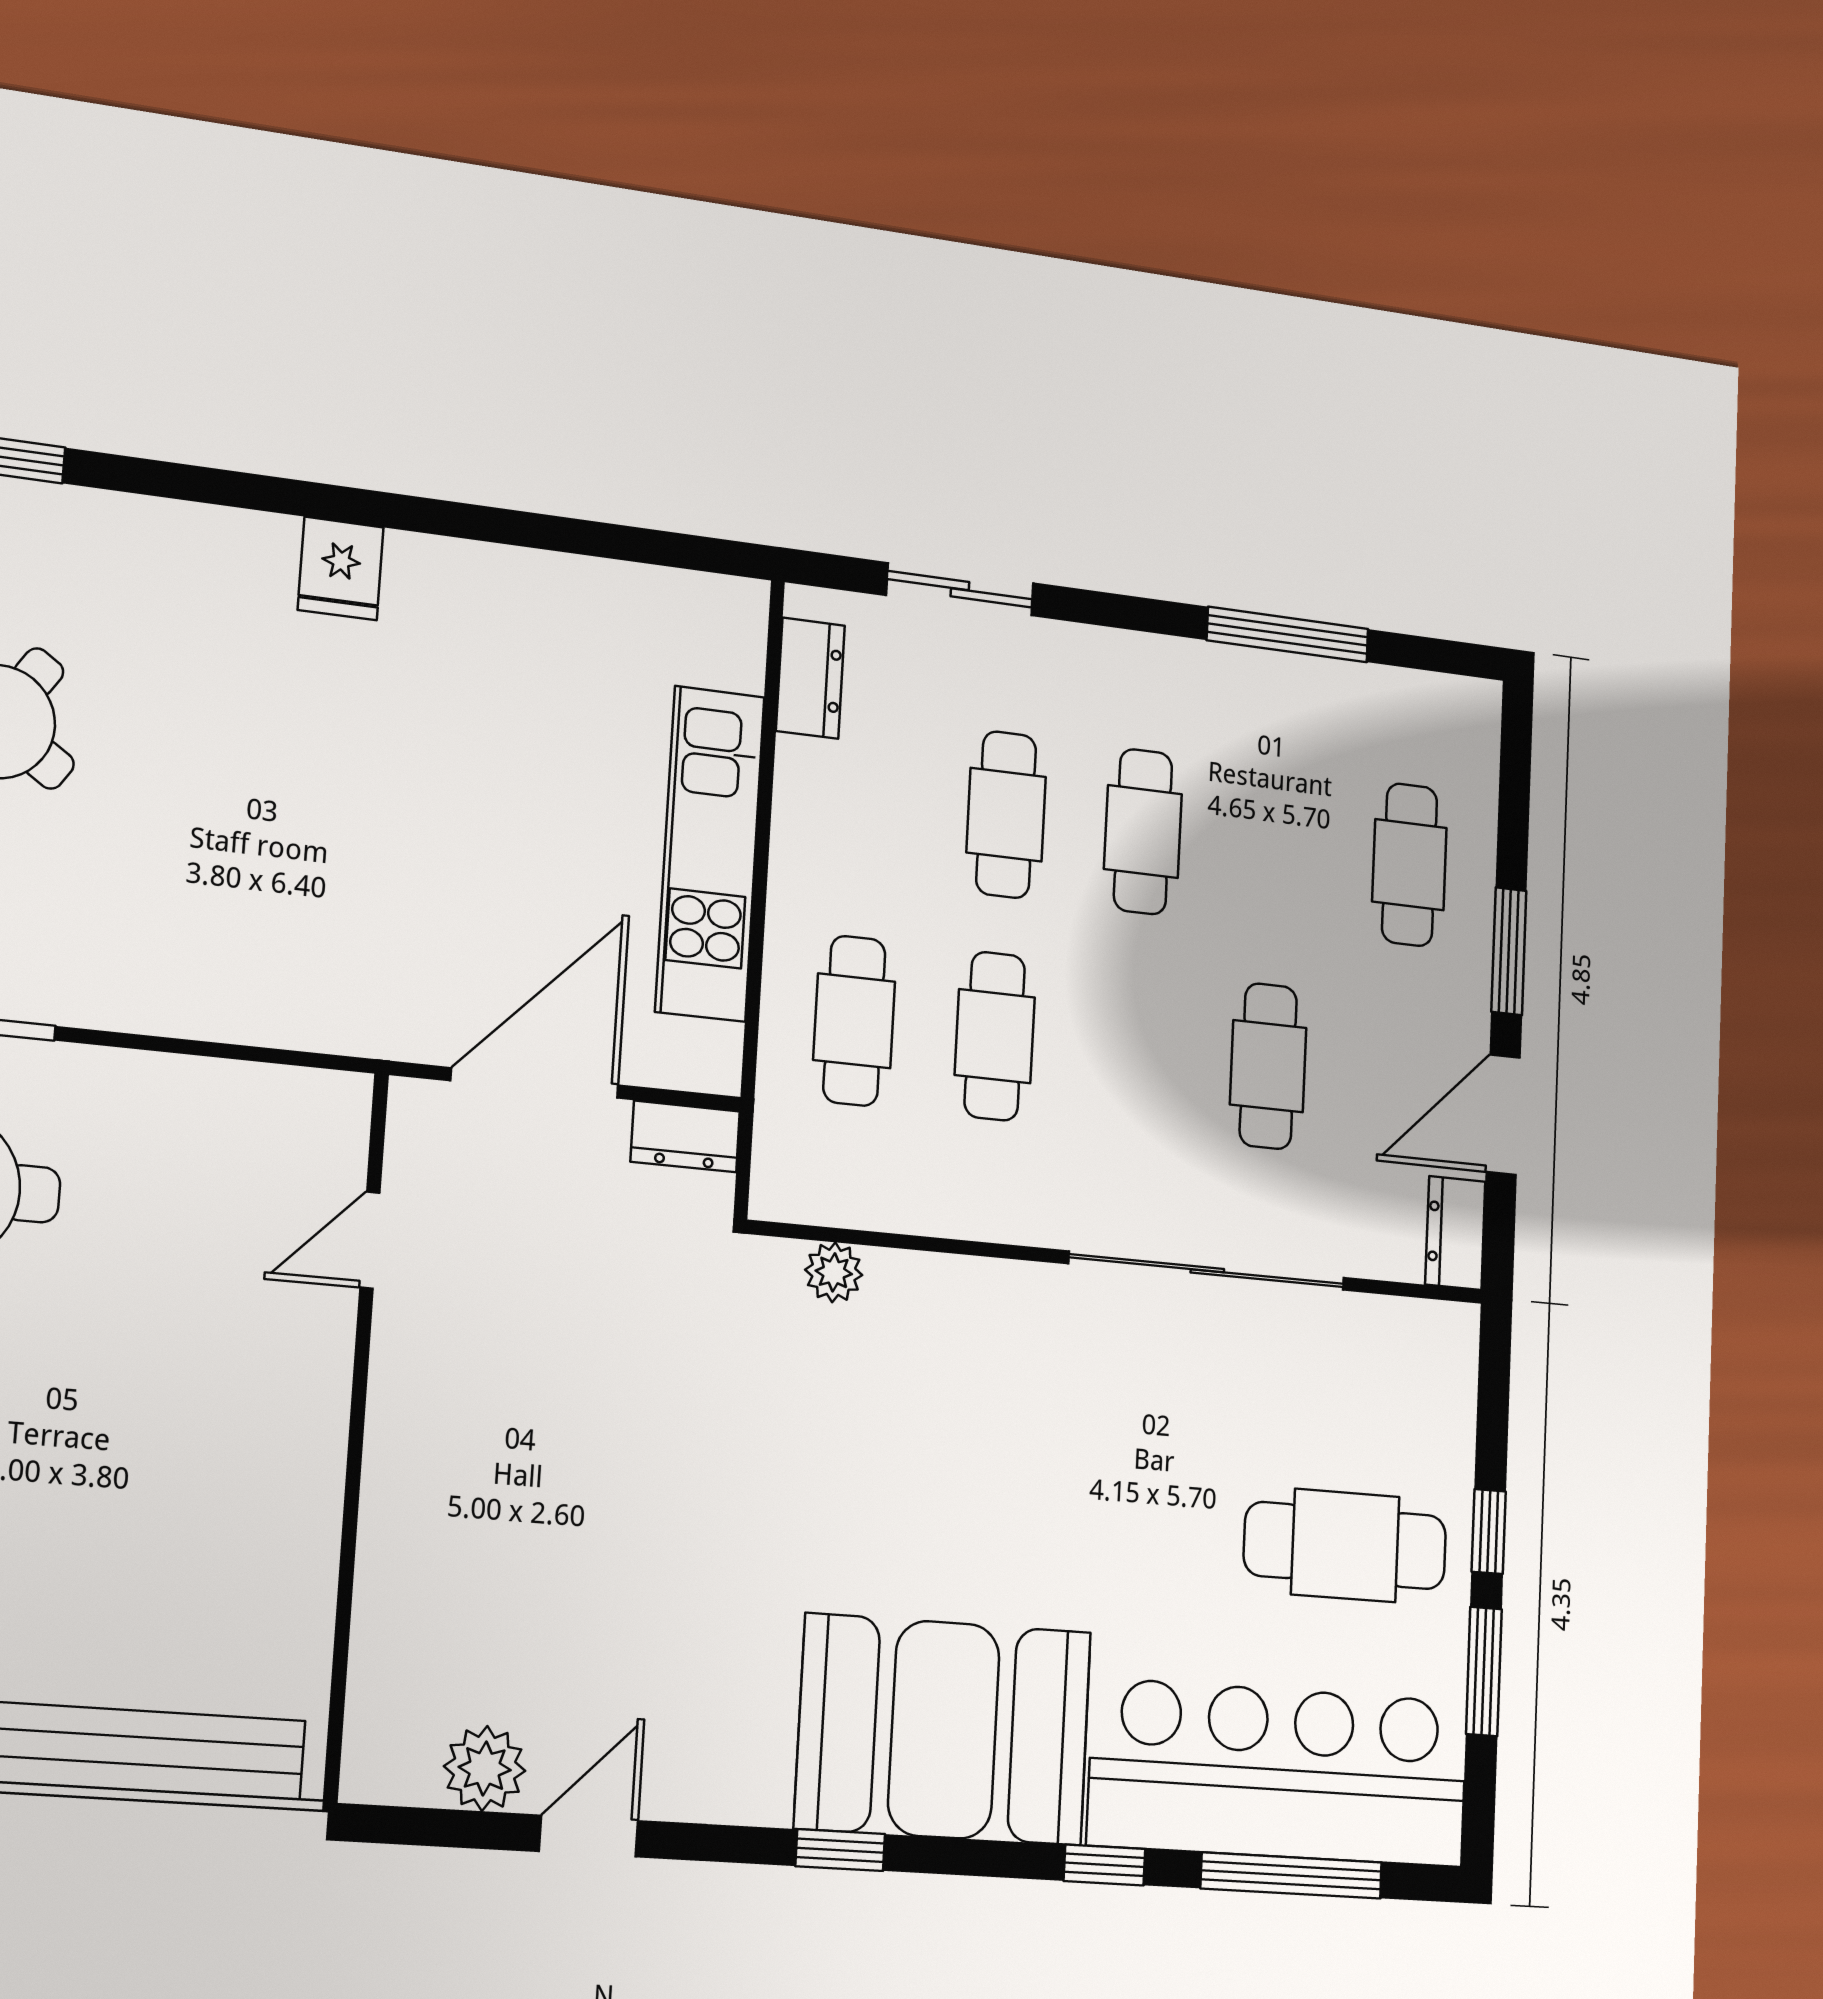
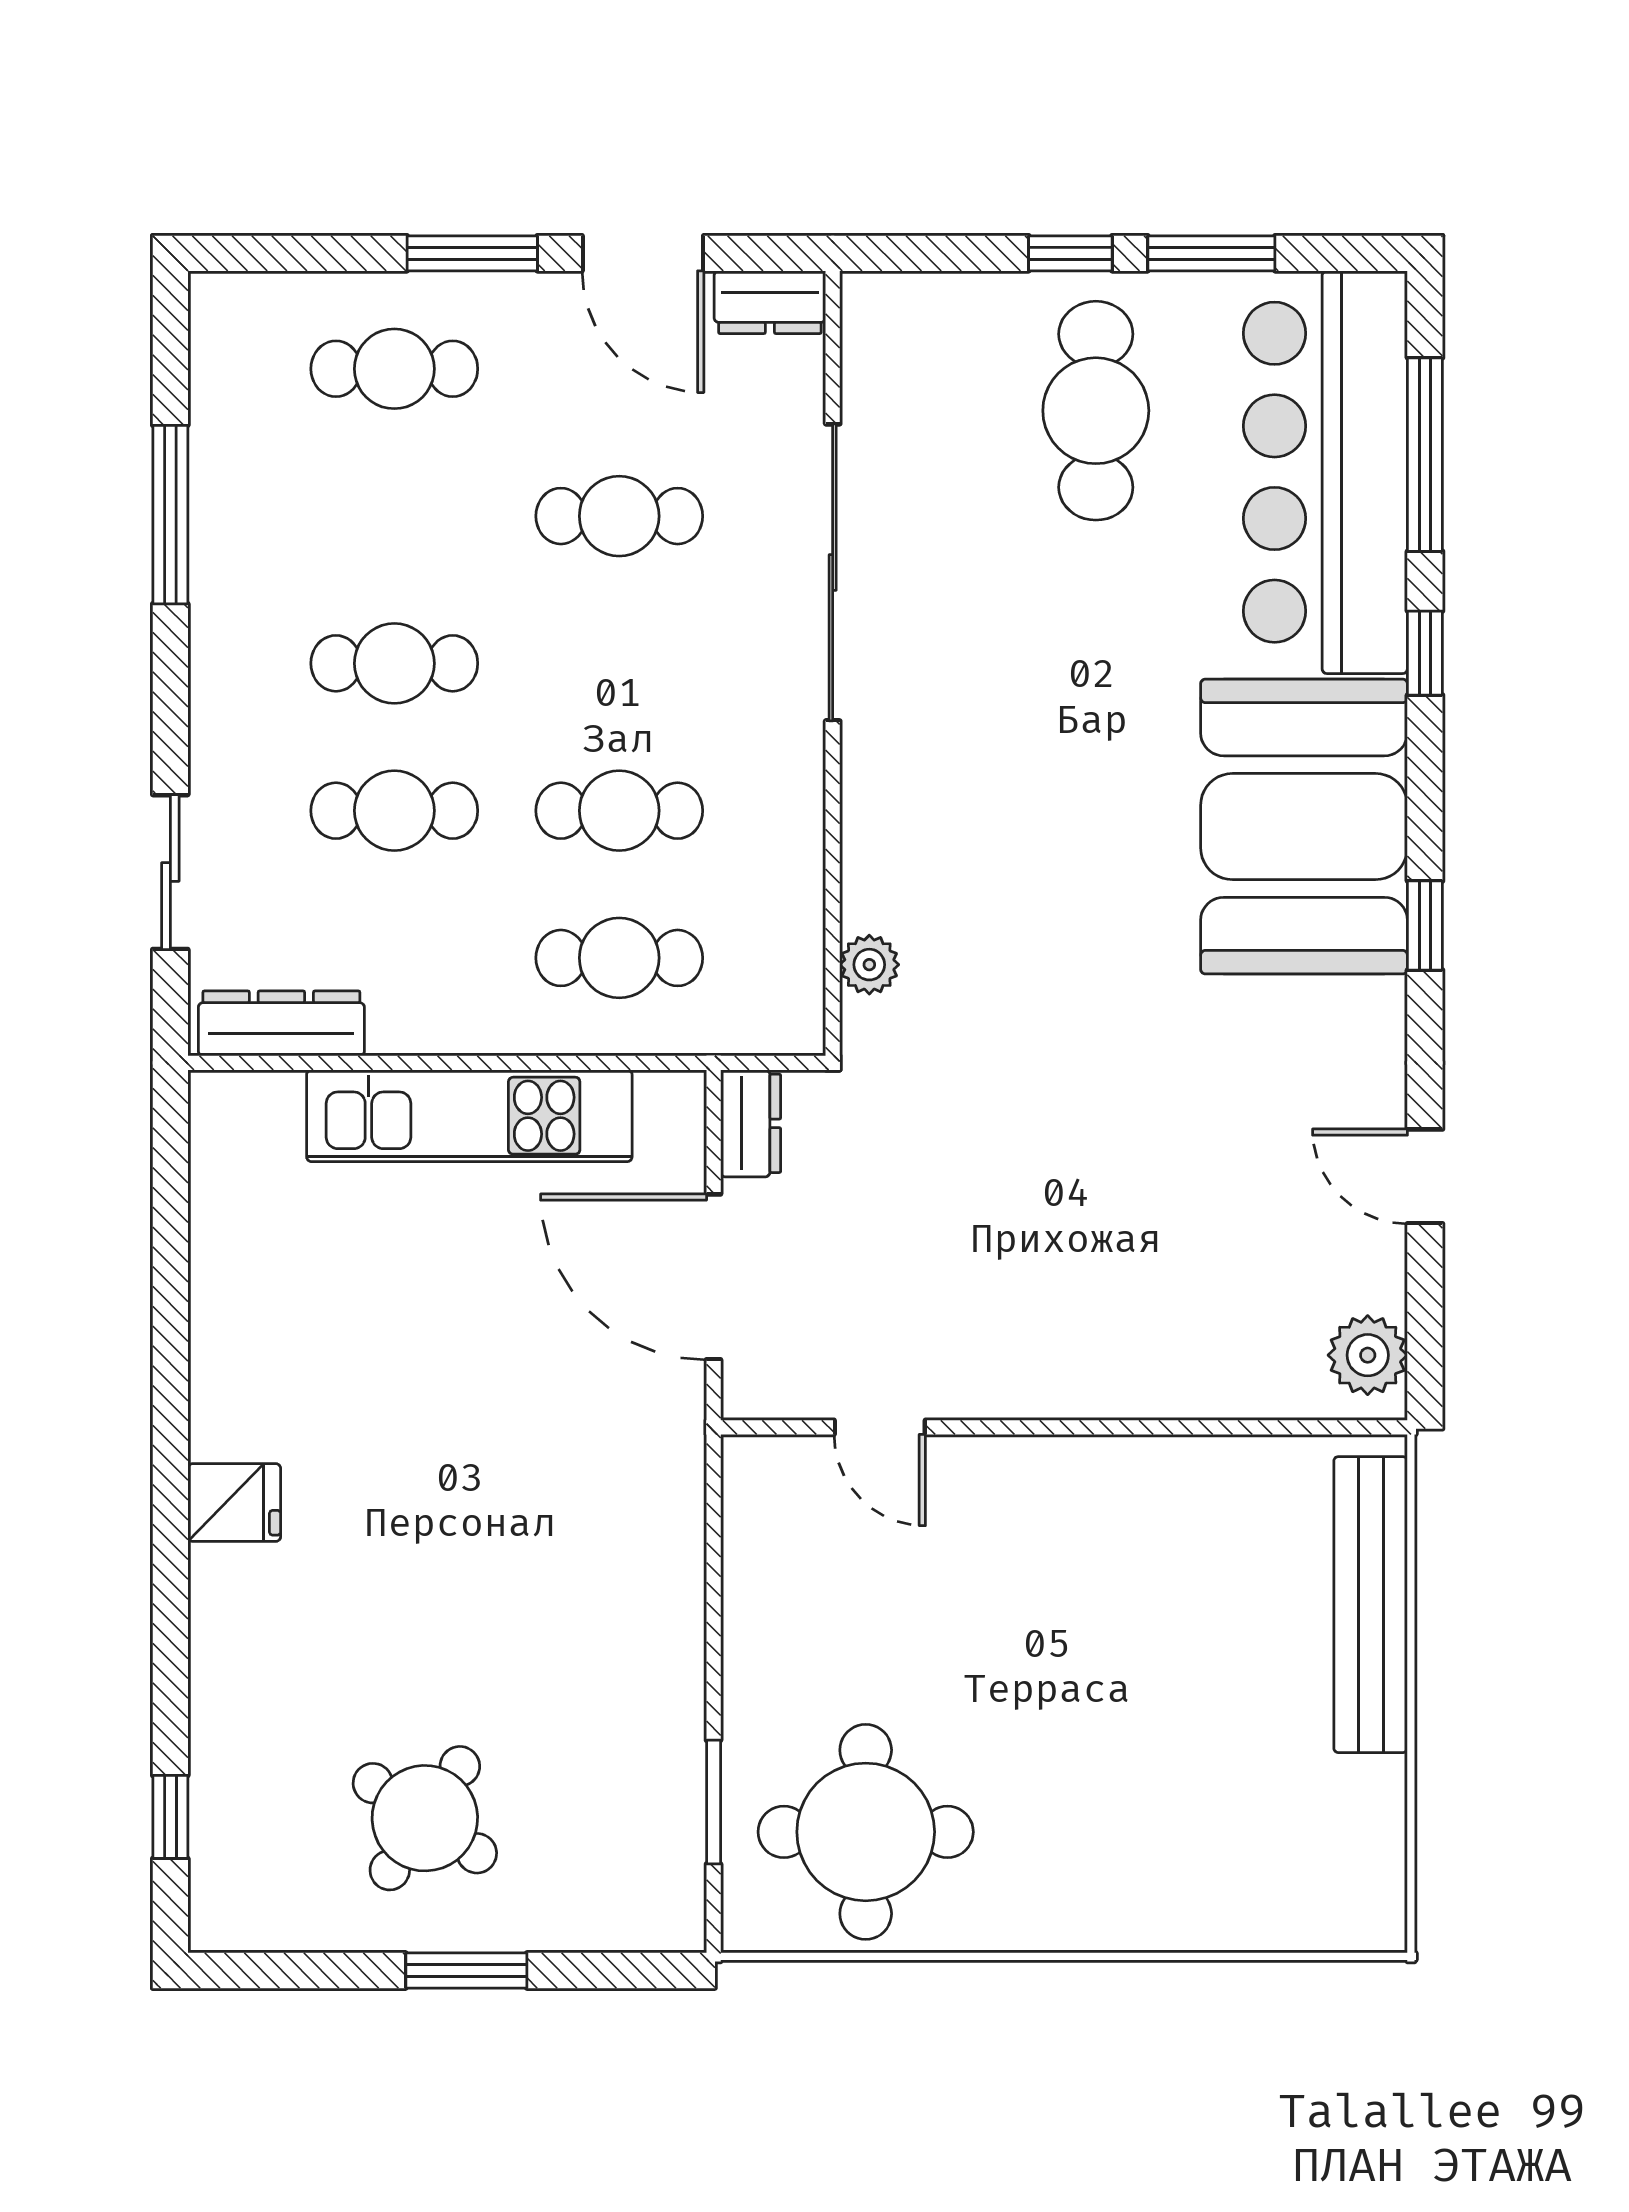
dresser: (810, 678) -> (281, 1023), width x1.44
plant: (485, 1768) -> (1368, 1355), moved

